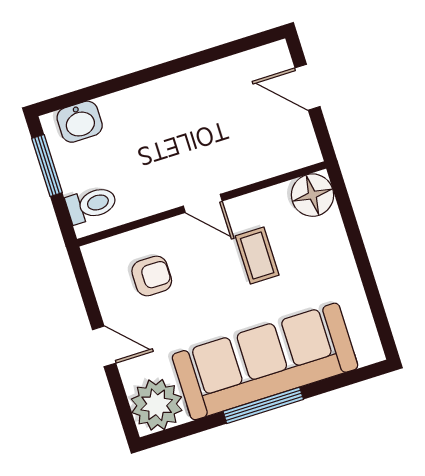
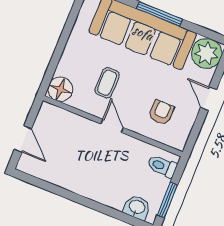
armchair: (152, 276) -> (161, 112), turned 90

